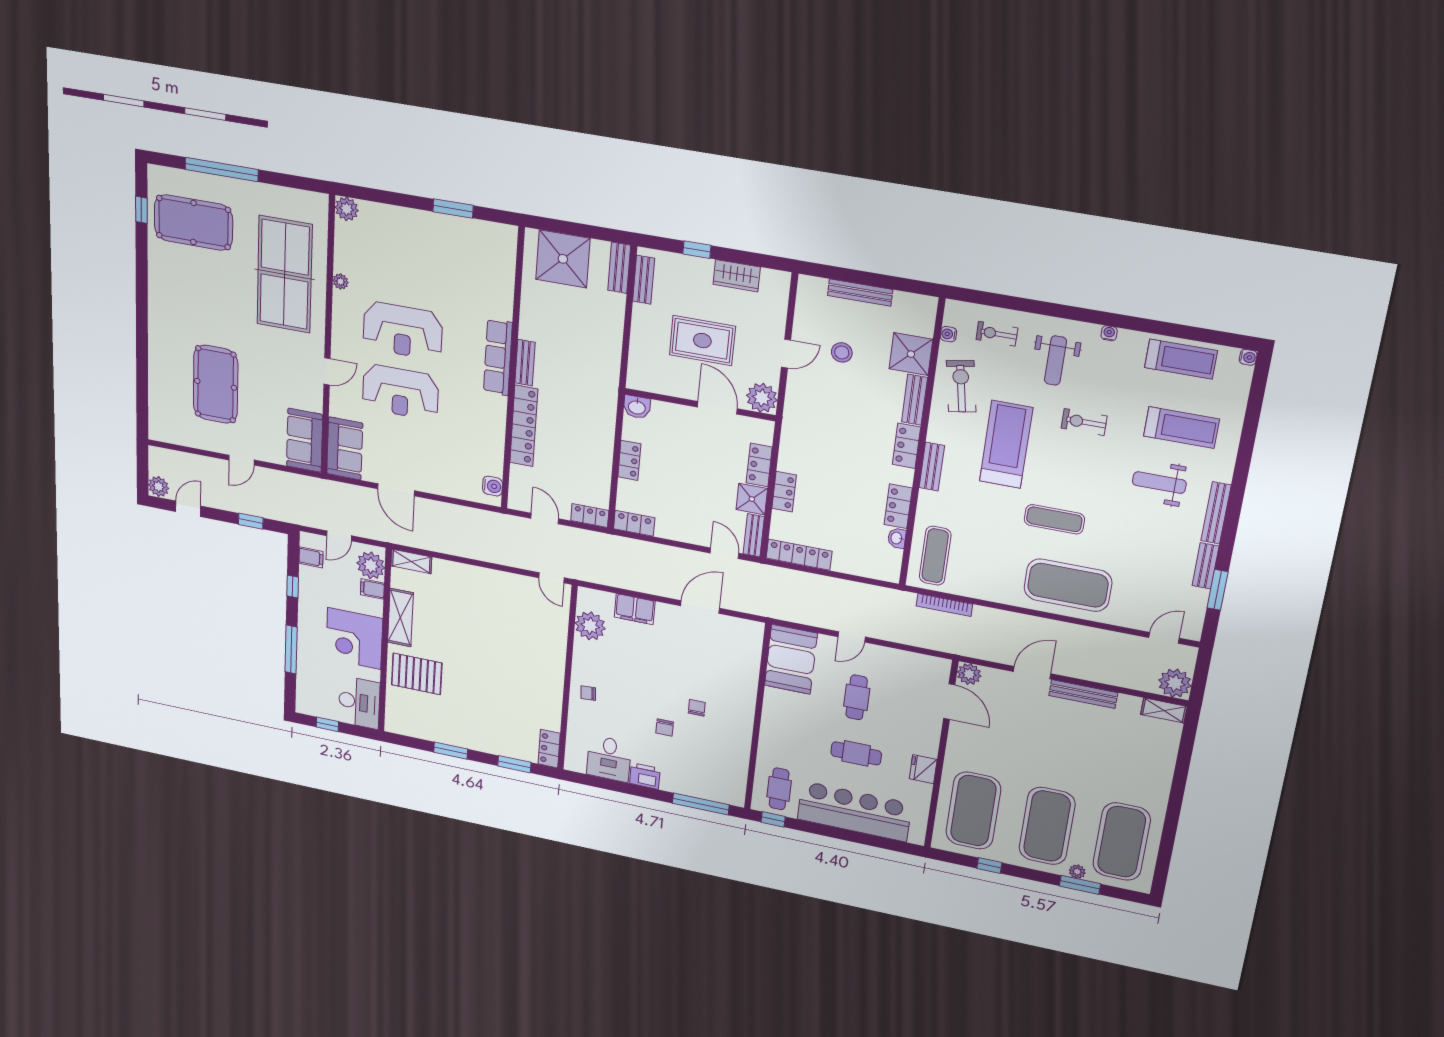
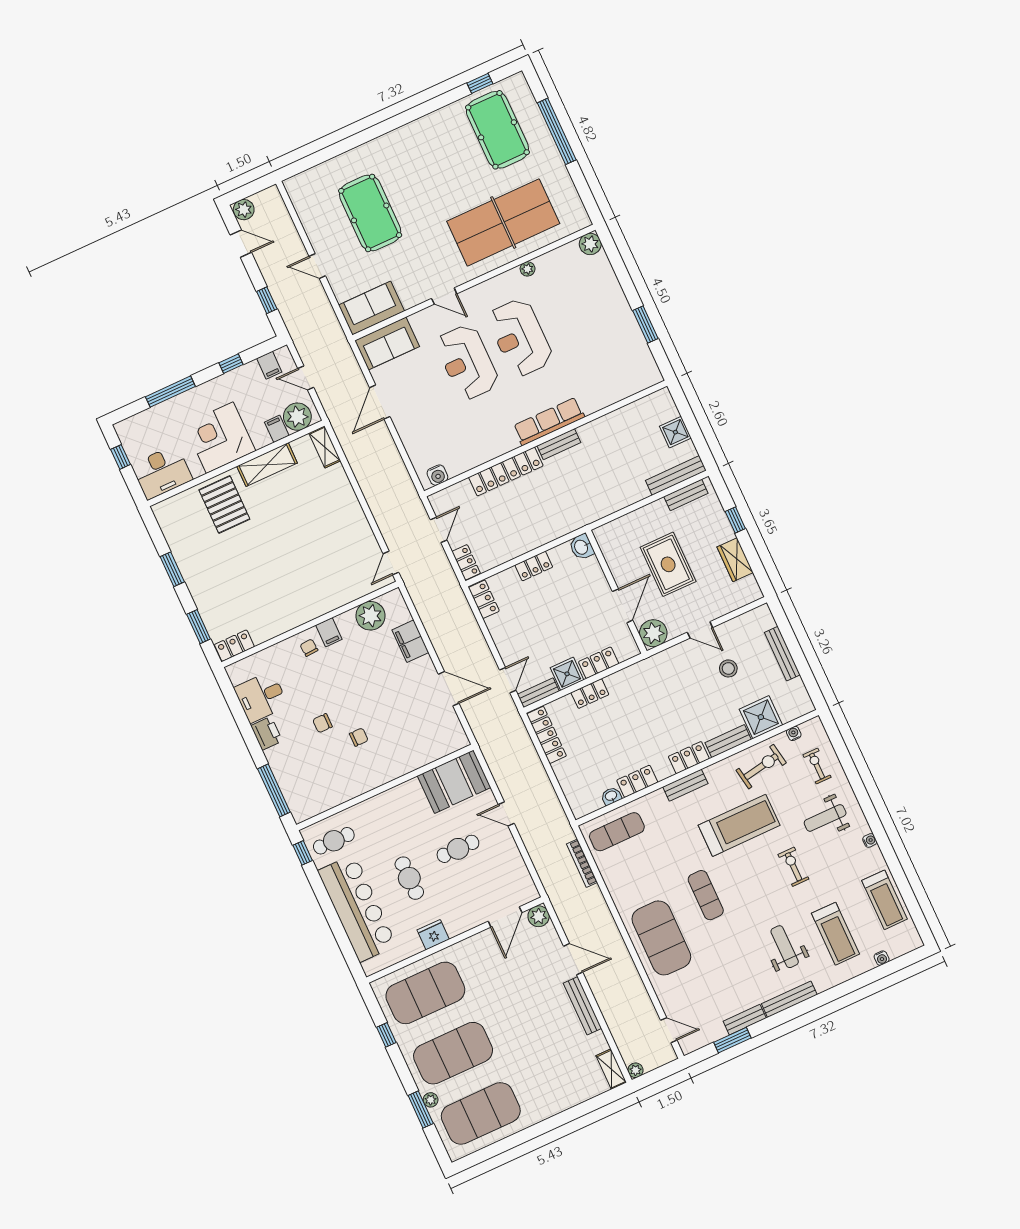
shower: (563, 259) -> (675, 432), width x0.54, depth x0.54
bench: (619, 268) -> (676, 475), width x1.36
water cooler: (1248, 357) -> (882, 958), moved
pool table: (216, 384) -> (370, 213), turned 90
filing cabinet: (584, 668) -> (329, 632), added
plant: (1175, 683) -> (635, 1070), width x0.53, depth x0.53

